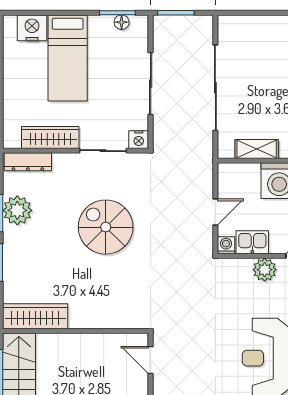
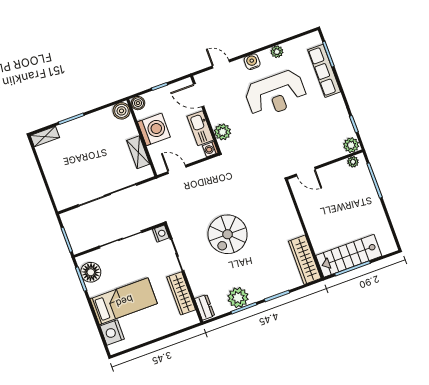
floor lamp: (122, 22) -> (91, 272), width x1.89, depth x1.89
dresser: (28, 162) -> (205, 307), width x0.70
door: (215, 212) -> (177, 169), moved
kitchen sink: (252, 242) -> (200, 128), width x1.38
plant: (265, 270) -> (222, 132), moved
door: (151, 360) -> (306, 172), hinge flipped

